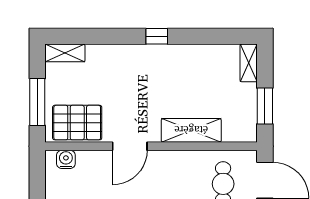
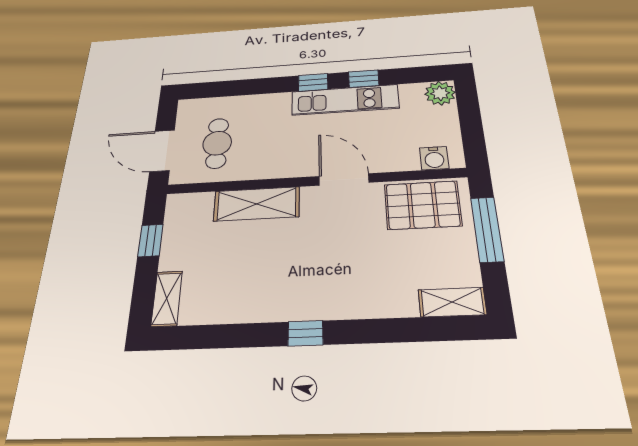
window: (265, 106) -> (150, 240), width x0.67
door: (130, 146) -> (344, 179), hinge flipped

